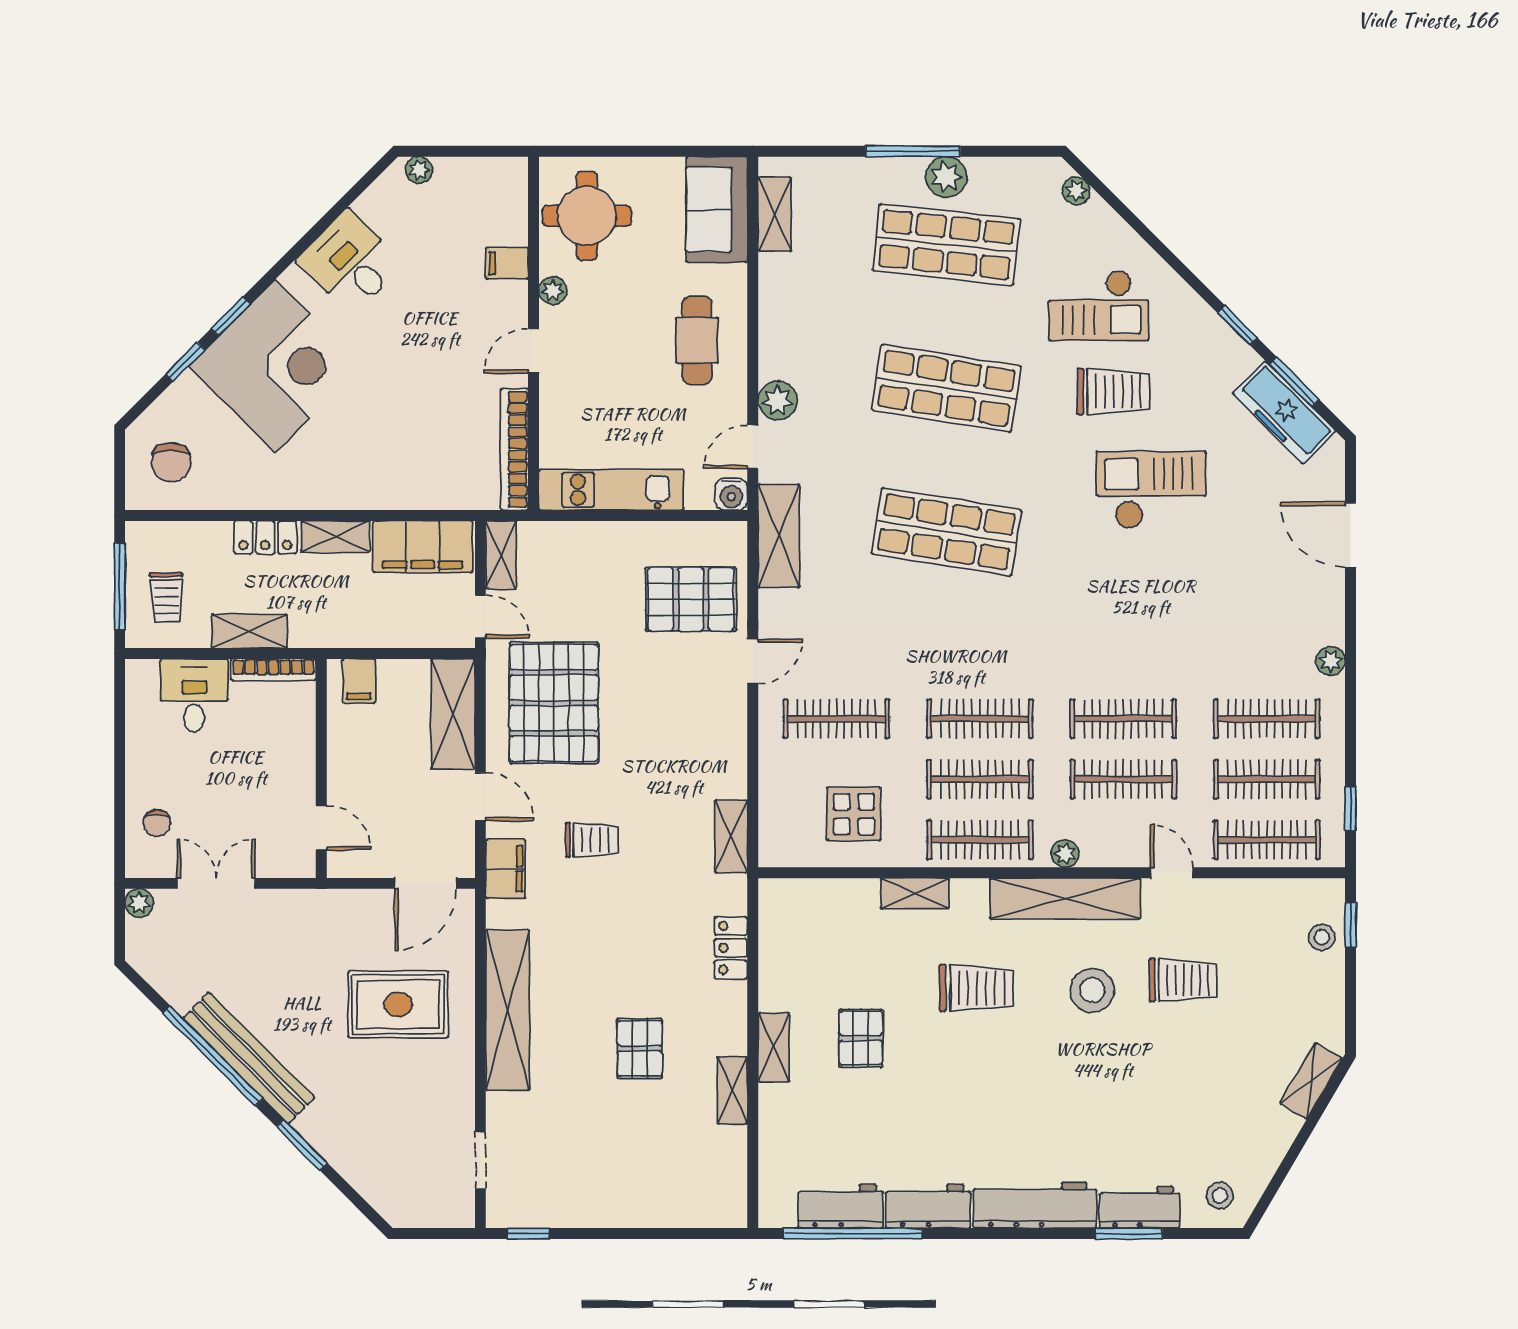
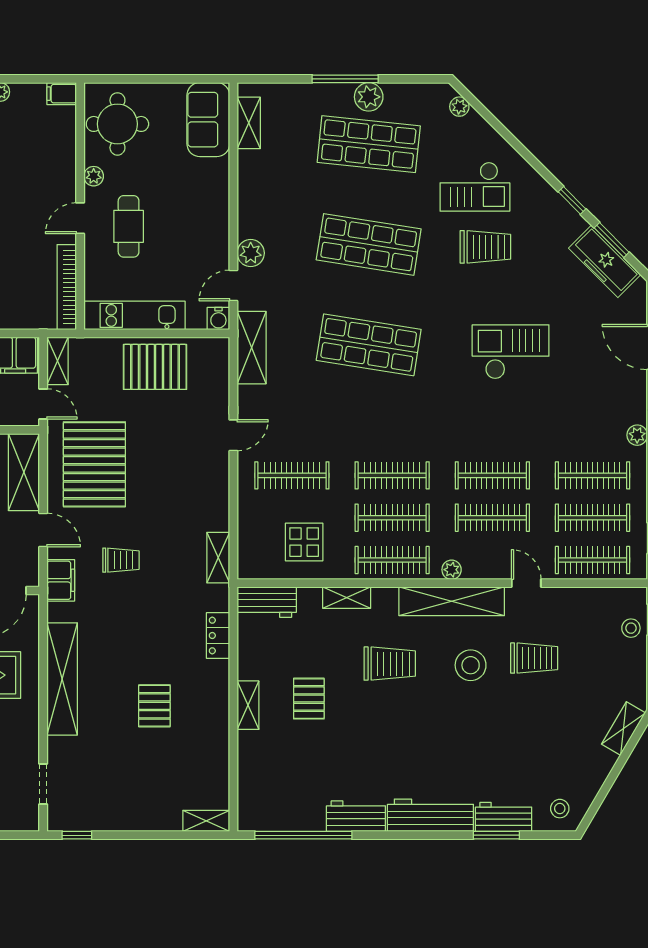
filing cabinet: (507, 263) -> (62, 94), moved
cafe table: (697, 340) -> (129, 226), moved
checkout: (1151, 490) -> (511, 352), moved
pallet: (691, 599) -> (155, 367), moved
shelving: (732, 1090) -> (206, 821), moved, turned 90
workbench: (841, 1206) -> (267, 602), moved, turned 180

